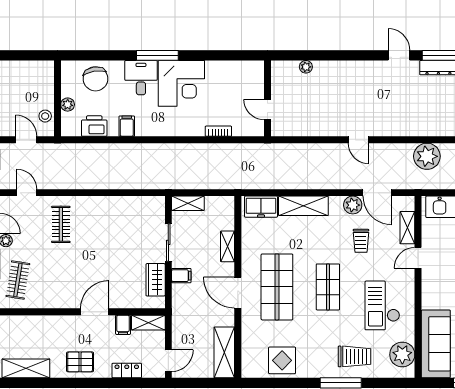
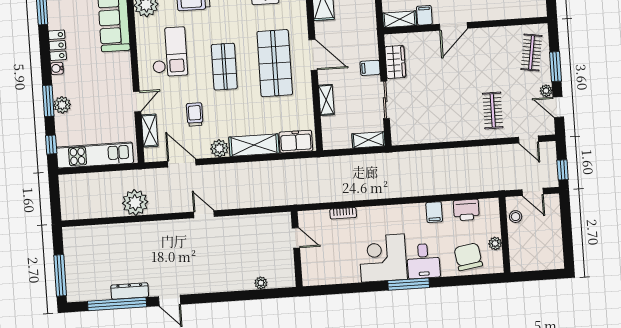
plant: (68, 105) -> (495, 243), moved
plant: (353, 205) -> (219, 148), moved

